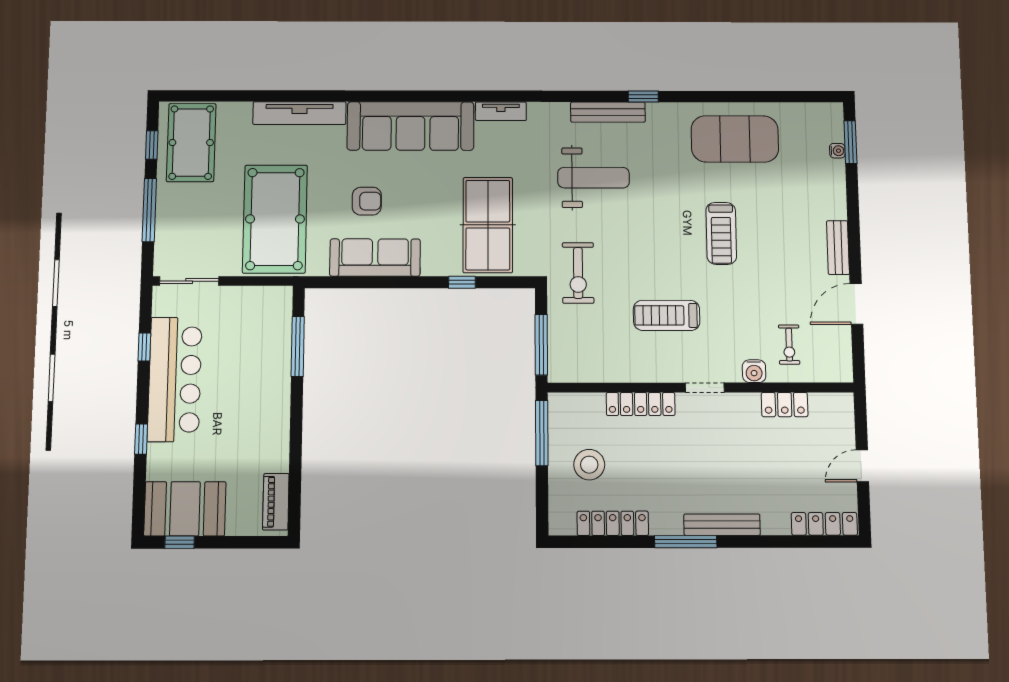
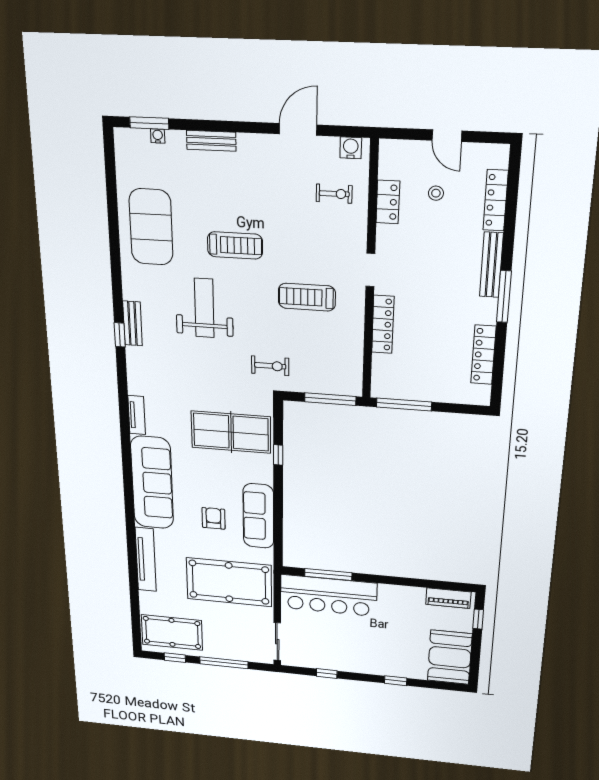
window: (643, 96) -> (120, 335), moved
bench: (608, 112) -> (132, 323), width x0.73
weight bench: (593, 178) -> (204, 308), moved
bench: (838, 248) -> (211, 141), moved
exercise bike: (578, 273) -> (270, 366), width x0.73, depth x0.72
door: (856, 304) -> (298, 129), swing flipped
treadmill: (667, 315) -> (307, 297), turned 90
water cooler: (754, 371) -> (351, 148), moved, turned -90
bar counter: (175, 379) -> (328, 595), moved, turned 180
stool: (589, 465) -> (436, 193), moved, width x0.53, depth x0.53
locker: (824, 524) -> (496, 200), moved
window: (180, 542) -> (478, 619), moved

